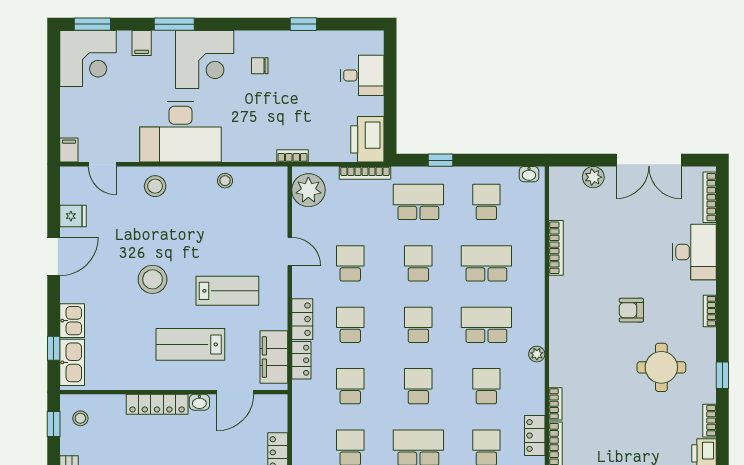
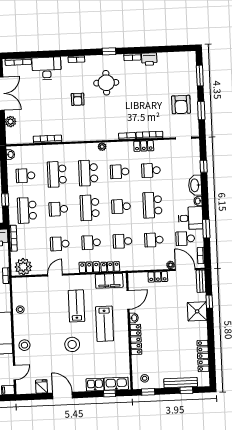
school desk: (418, 325) -> (90, 208), width x1.85
door: (235, 392) -> (128, 300), hinge flipped

